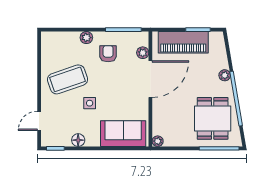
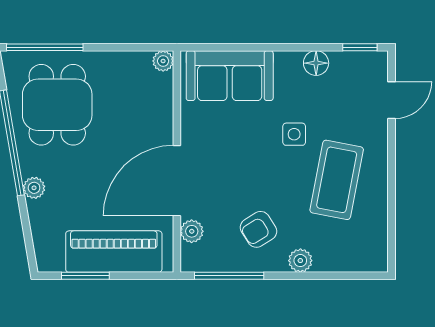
armchair: (108, 54) -> (259, 229), turned 58
coffee table: (68, 79) -> (337, 180), turned -60

